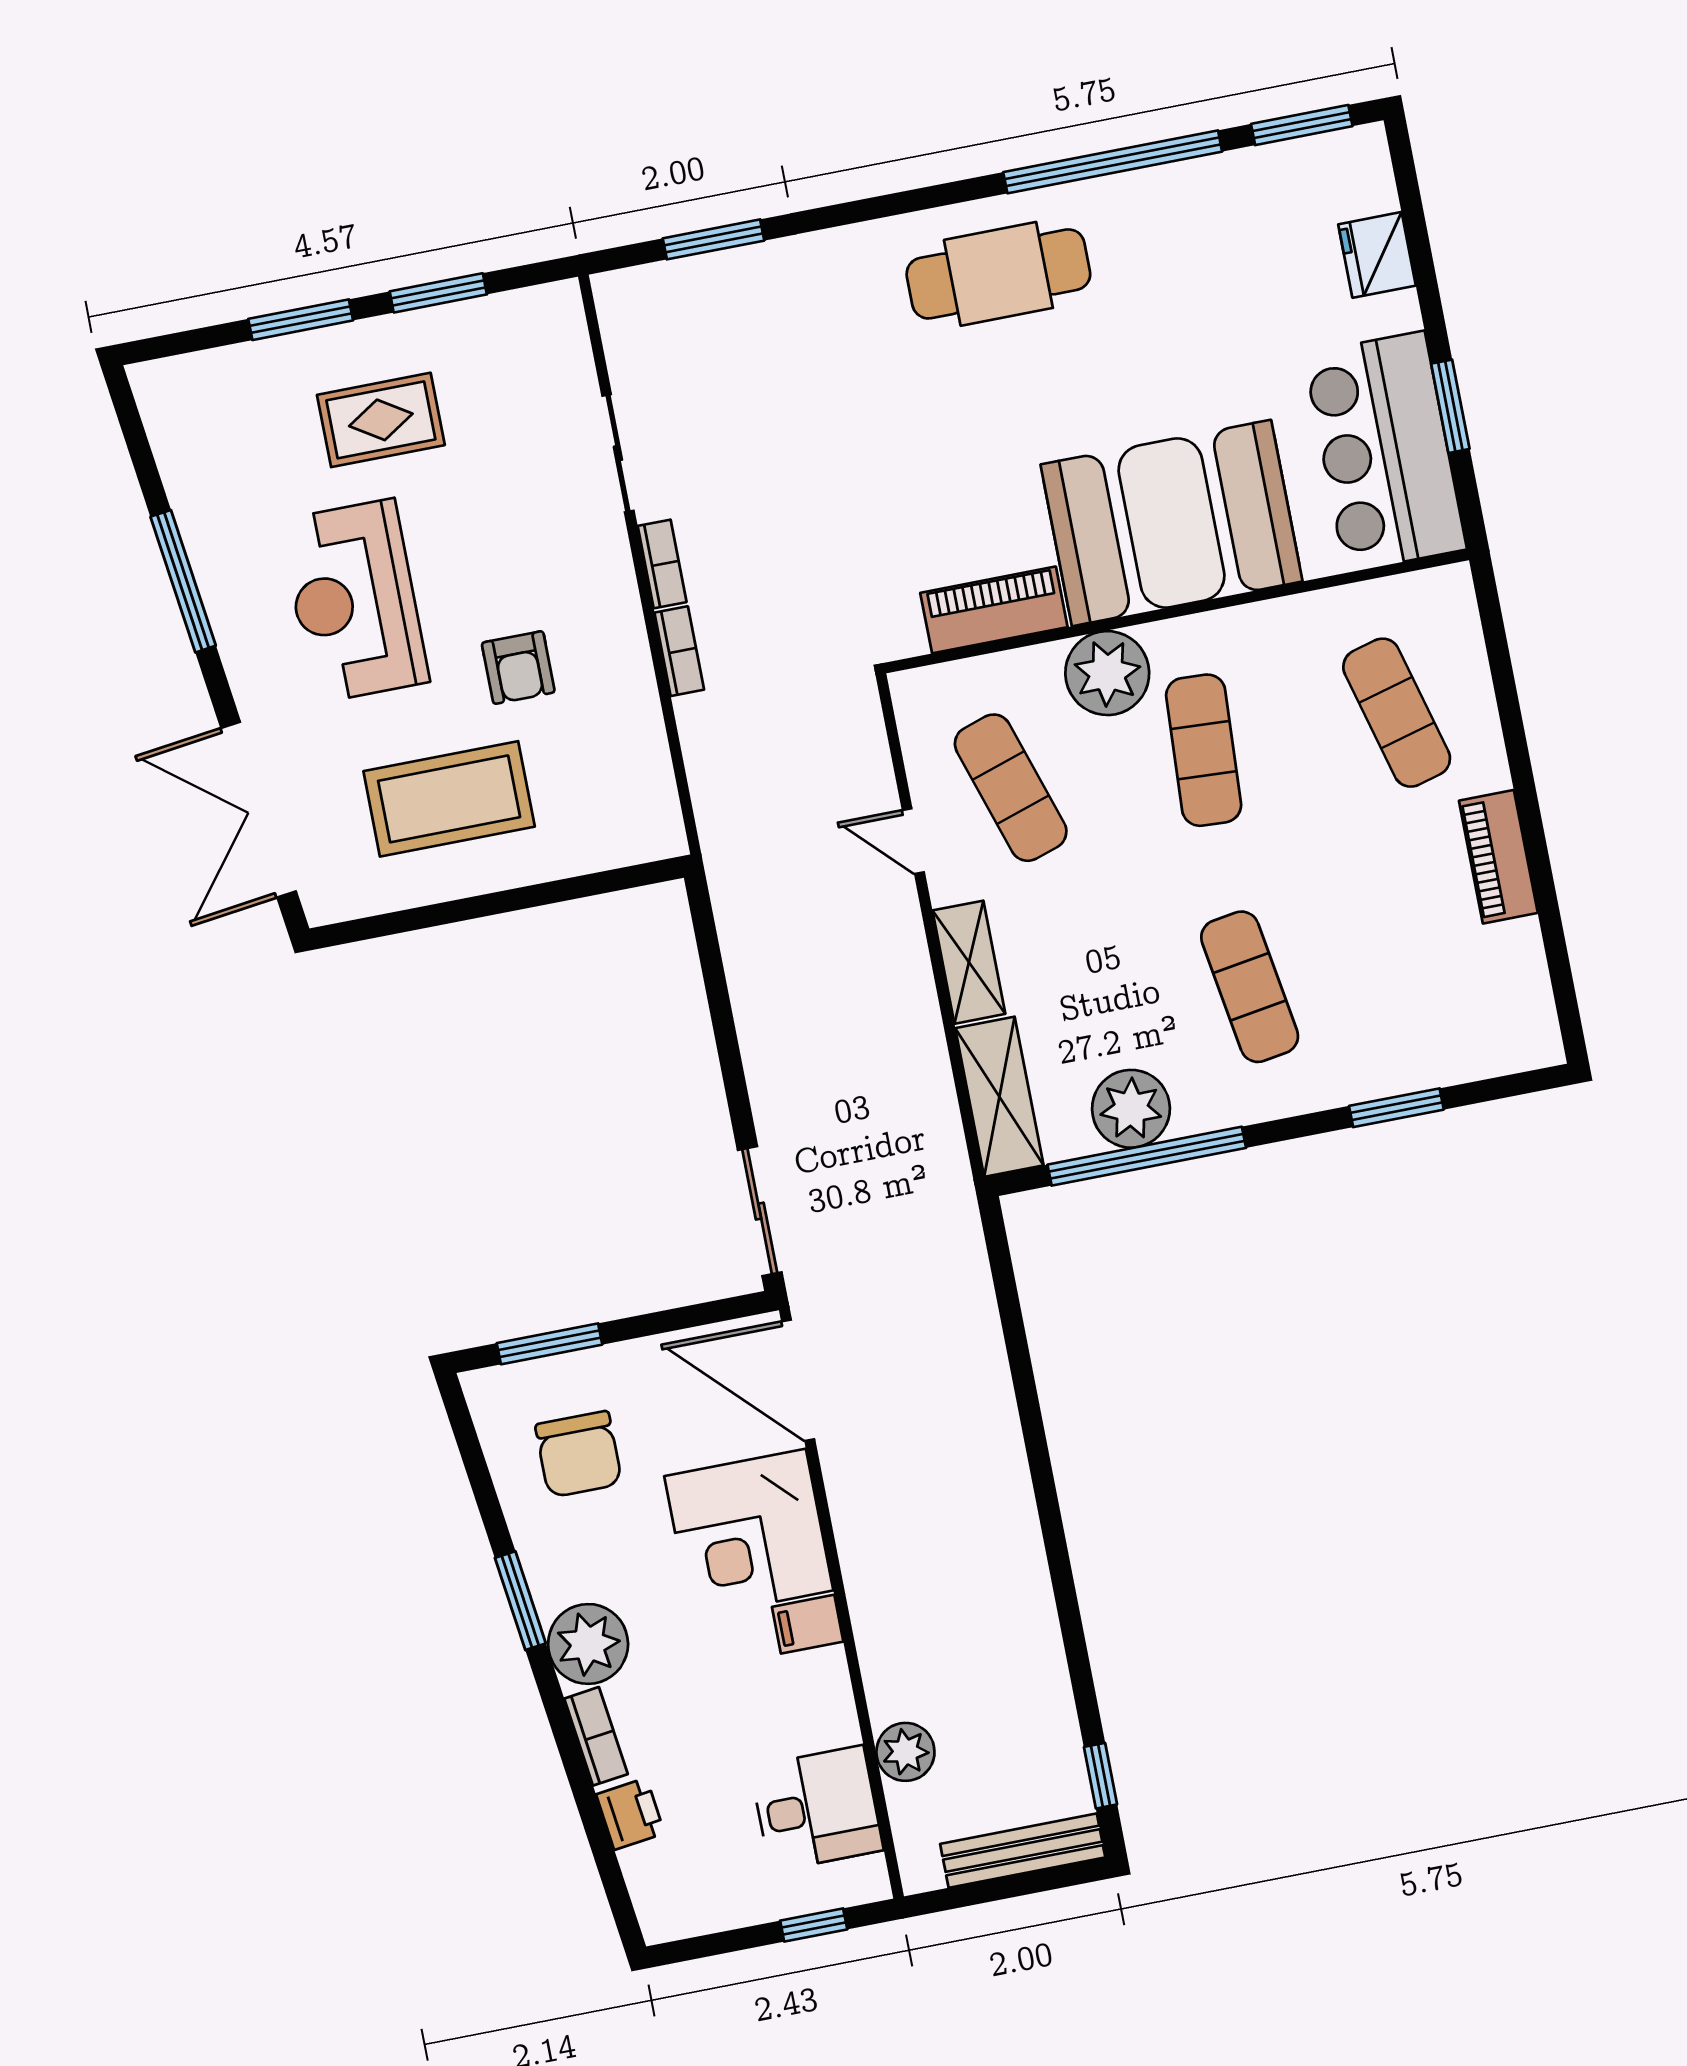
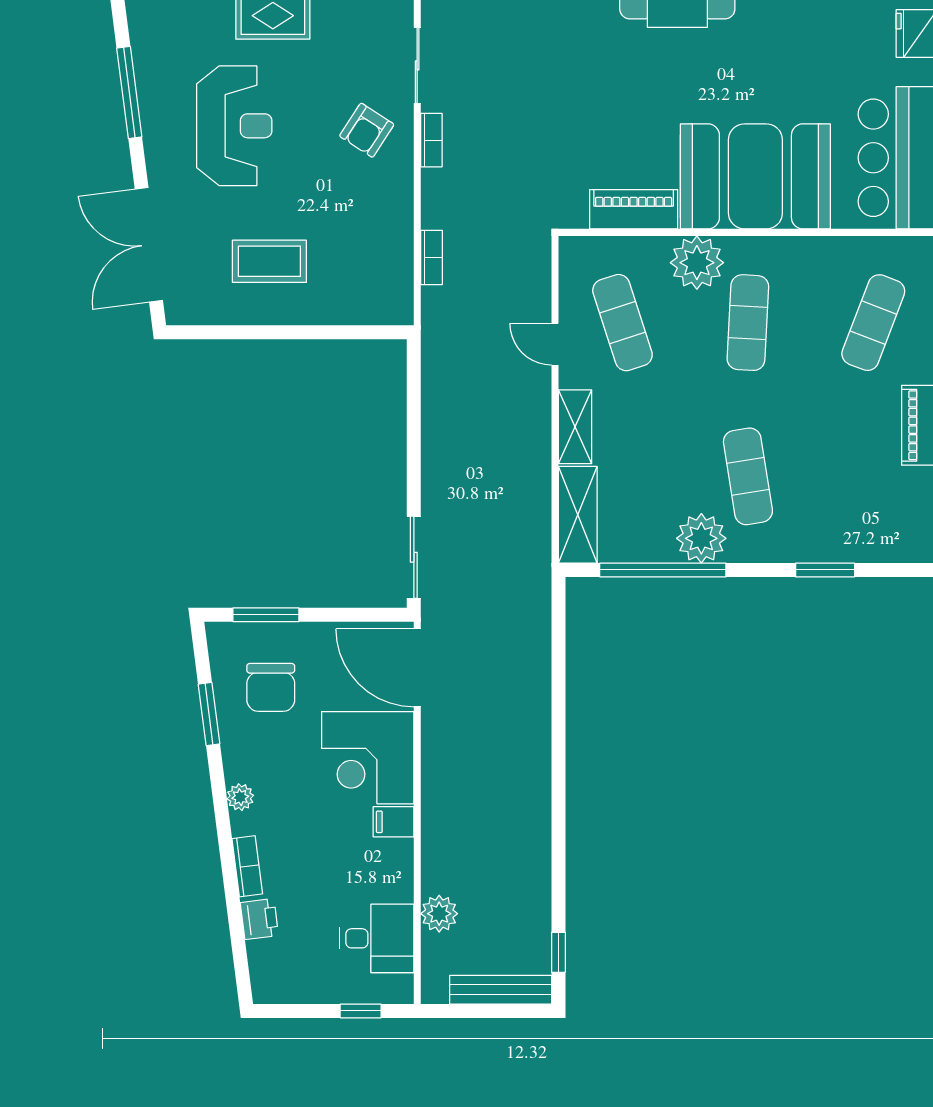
reception desk: (354, 601) -> (234, 126), turned 180
bookcase: (679, 651) -> (432, 257), moved
armchair: (518, 668) -> (367, 130), moved, turned 33
exercise mat: (1397, 713) -> (873, 323), turned 36
coffee table: (449, 799) -> (269, 261), width x0.73, depth x0.76
plant: (1131, 1109) -> (701, 538), moved
window: (520, 1601) -> (209, 714), moved
plant: (588, 1644) -> (240, 797), width x0.53, depth x0.53

